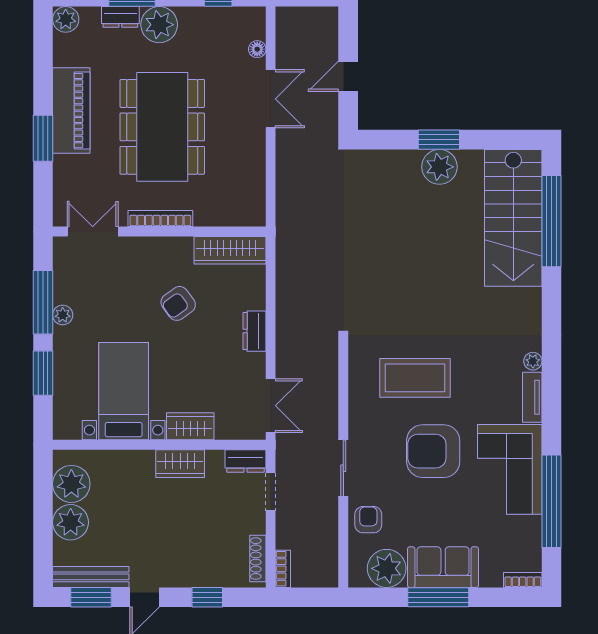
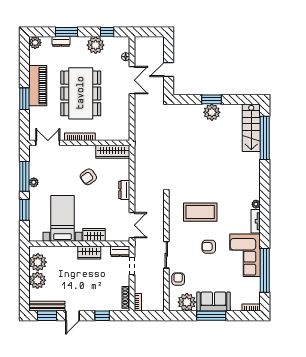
plant: (159, 25) -> (96, 45), moved
stairs: (513, 218) -> (251, 128), width x0.73, depth x0.66
armchair: (433, 451) -> (209, 247), width x0.53, depth x0.53

